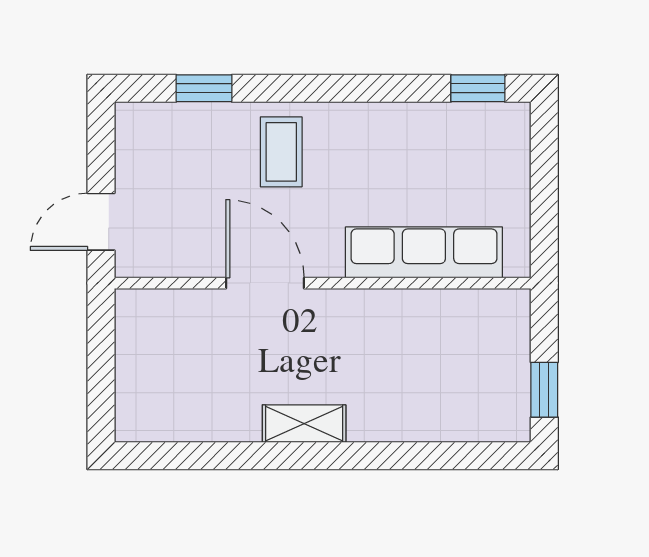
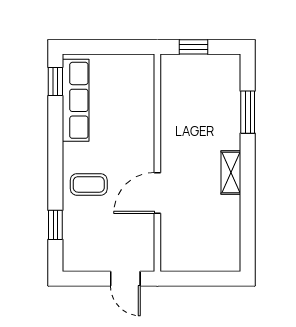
row of seats: (424, 252) -> (76, 100), moved, turned 180
window: (544, 390) -> (194, 47), moved
window: (419, 456) -> (248, 112), added

